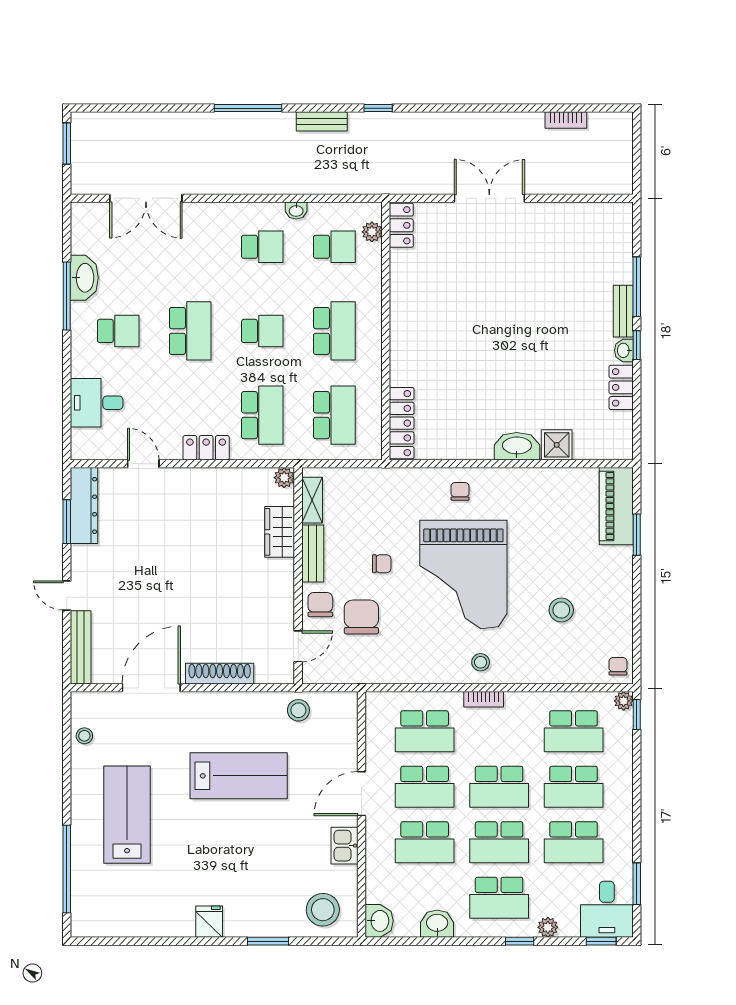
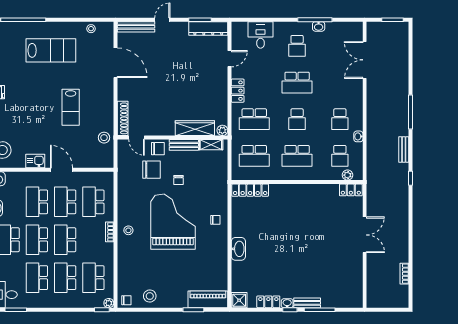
washbasin: (84, 278) -> (319, 26), width x0.52, depth x0.69
shower: (557, 445) -> (239, 300), moved
wardrobe: (280, 532) -> (195, 128), width x1.50
grand piano: (463, 575) -> (173, 222), turned 90
stool: (561, 610) -> (150, 296), moved
shoe rack: (220, 674) -> (123, 118), moved
lab bench: (239, 776) -> (71, 107), width x0.73, depth x0.72

